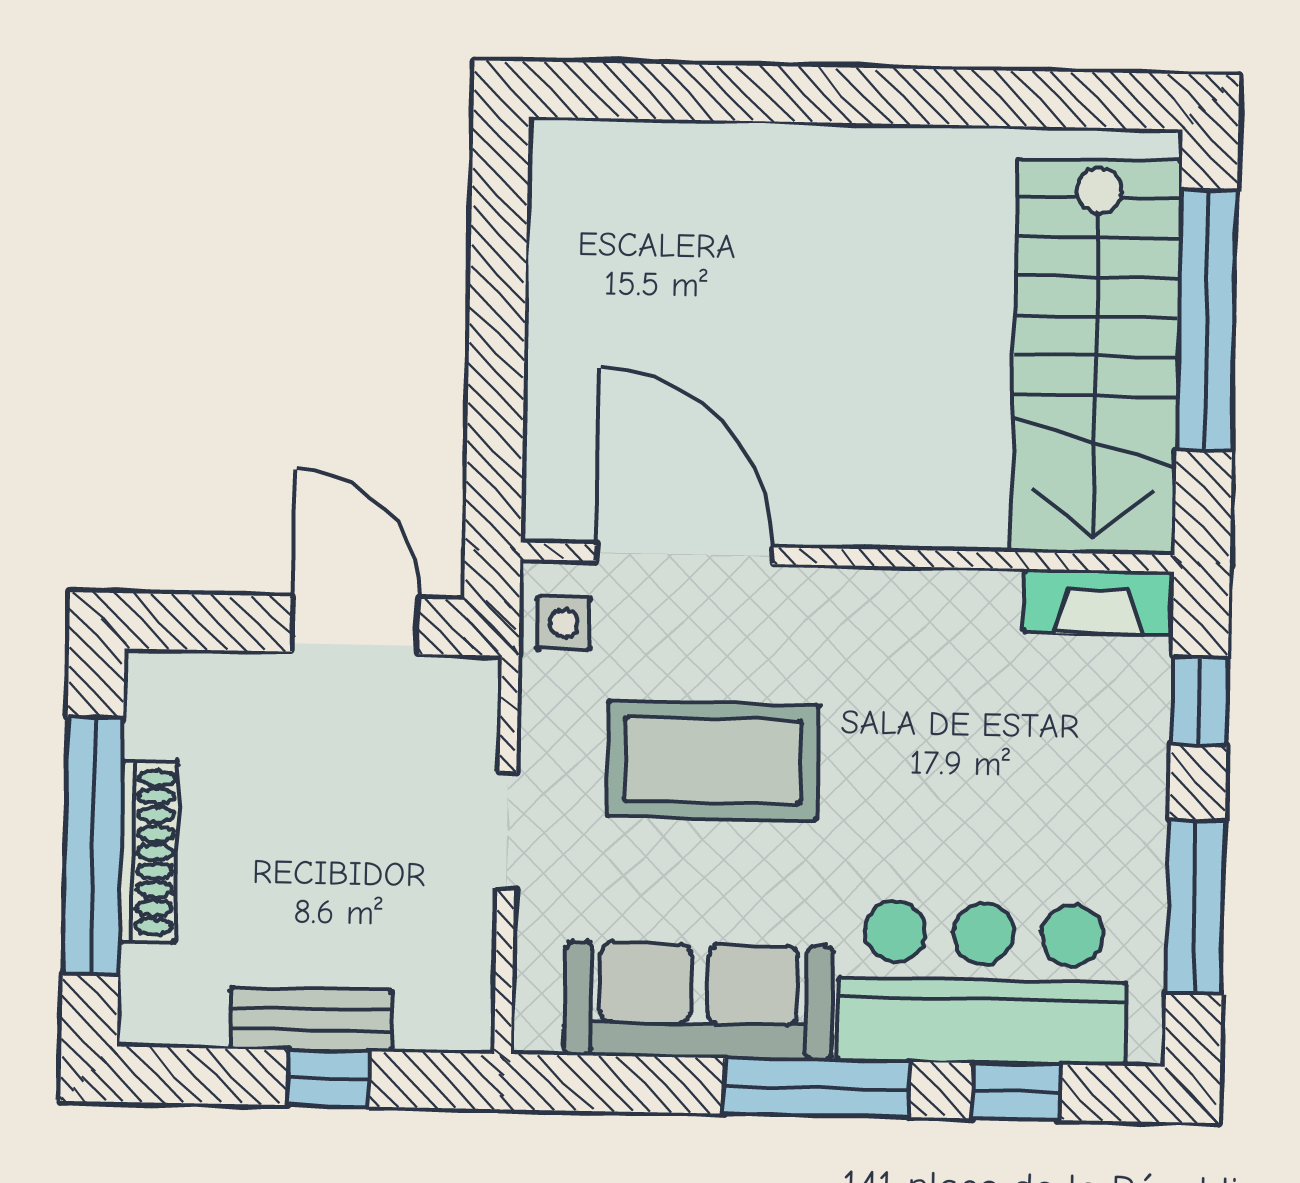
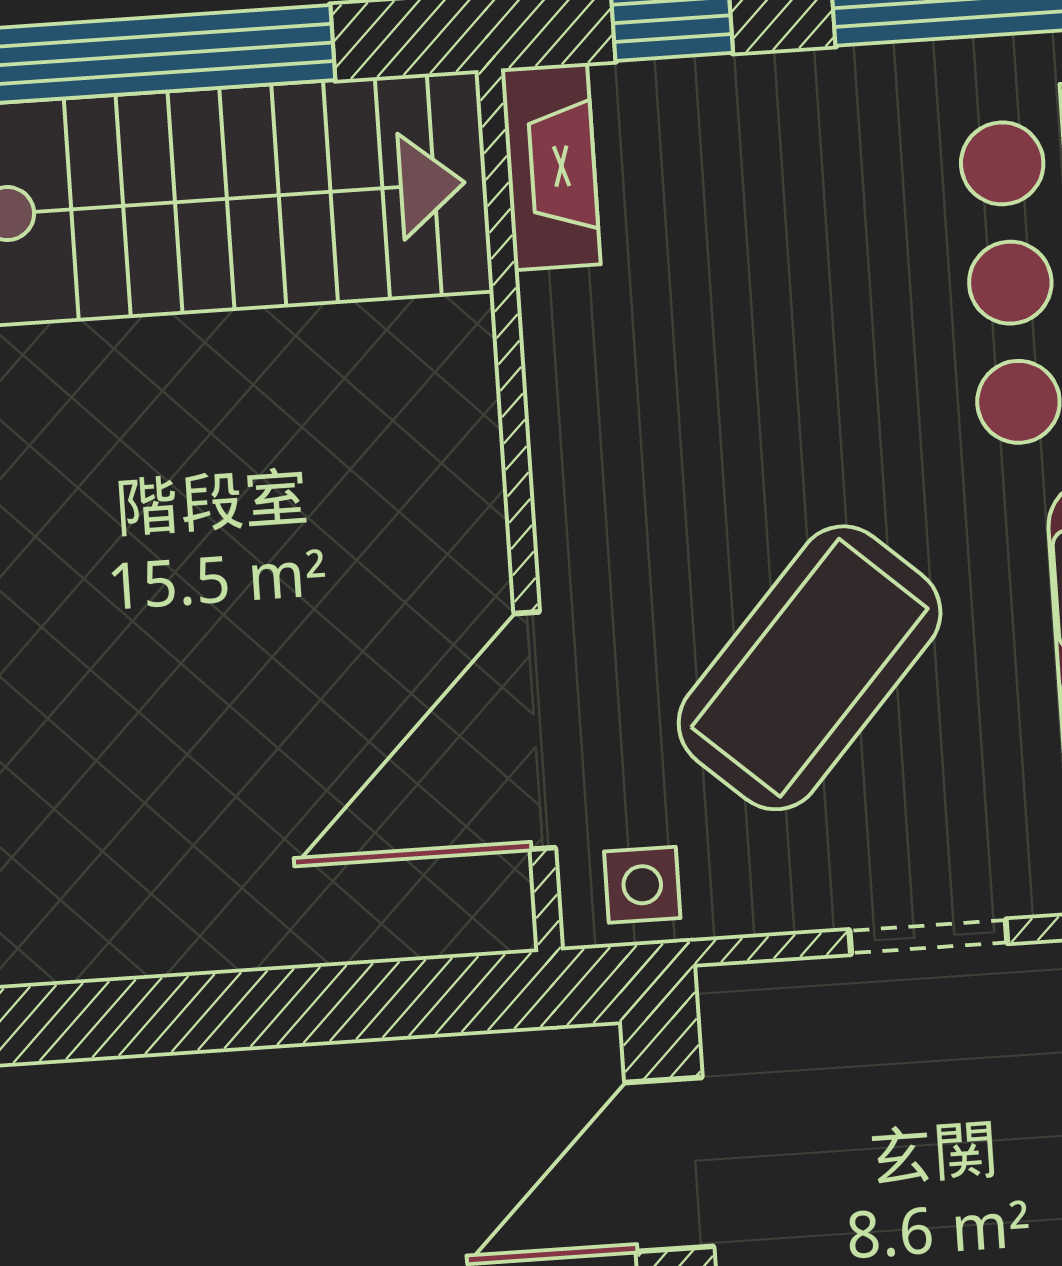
coffee table: (713, 761) -> (810, 668), turned 42

